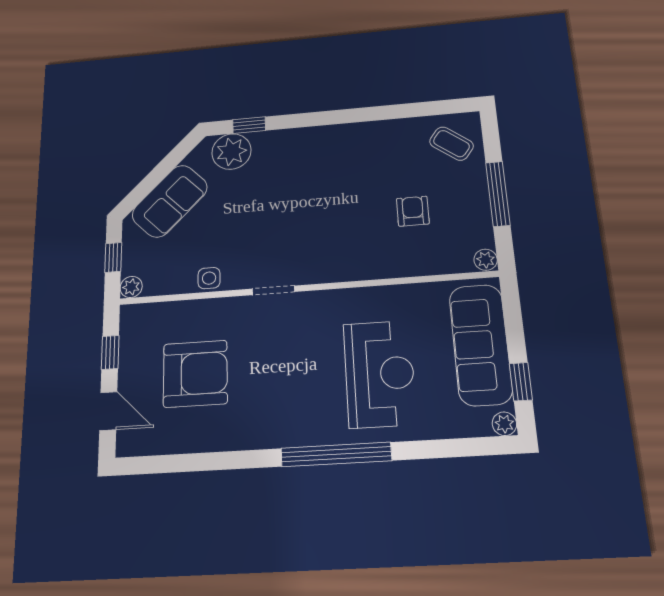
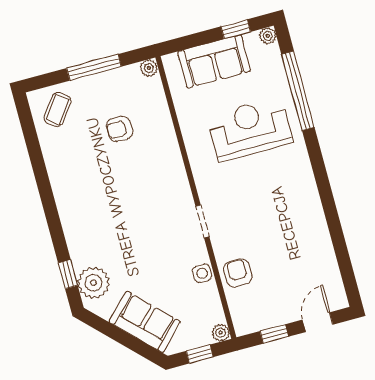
sofa: (480, 344) -> (214, 61), width x0.73
armchair: (195, 374) -> (238, 273), moved, width x0.53, depth x0.53
window: (336, 454) -> (298, 91), moved

